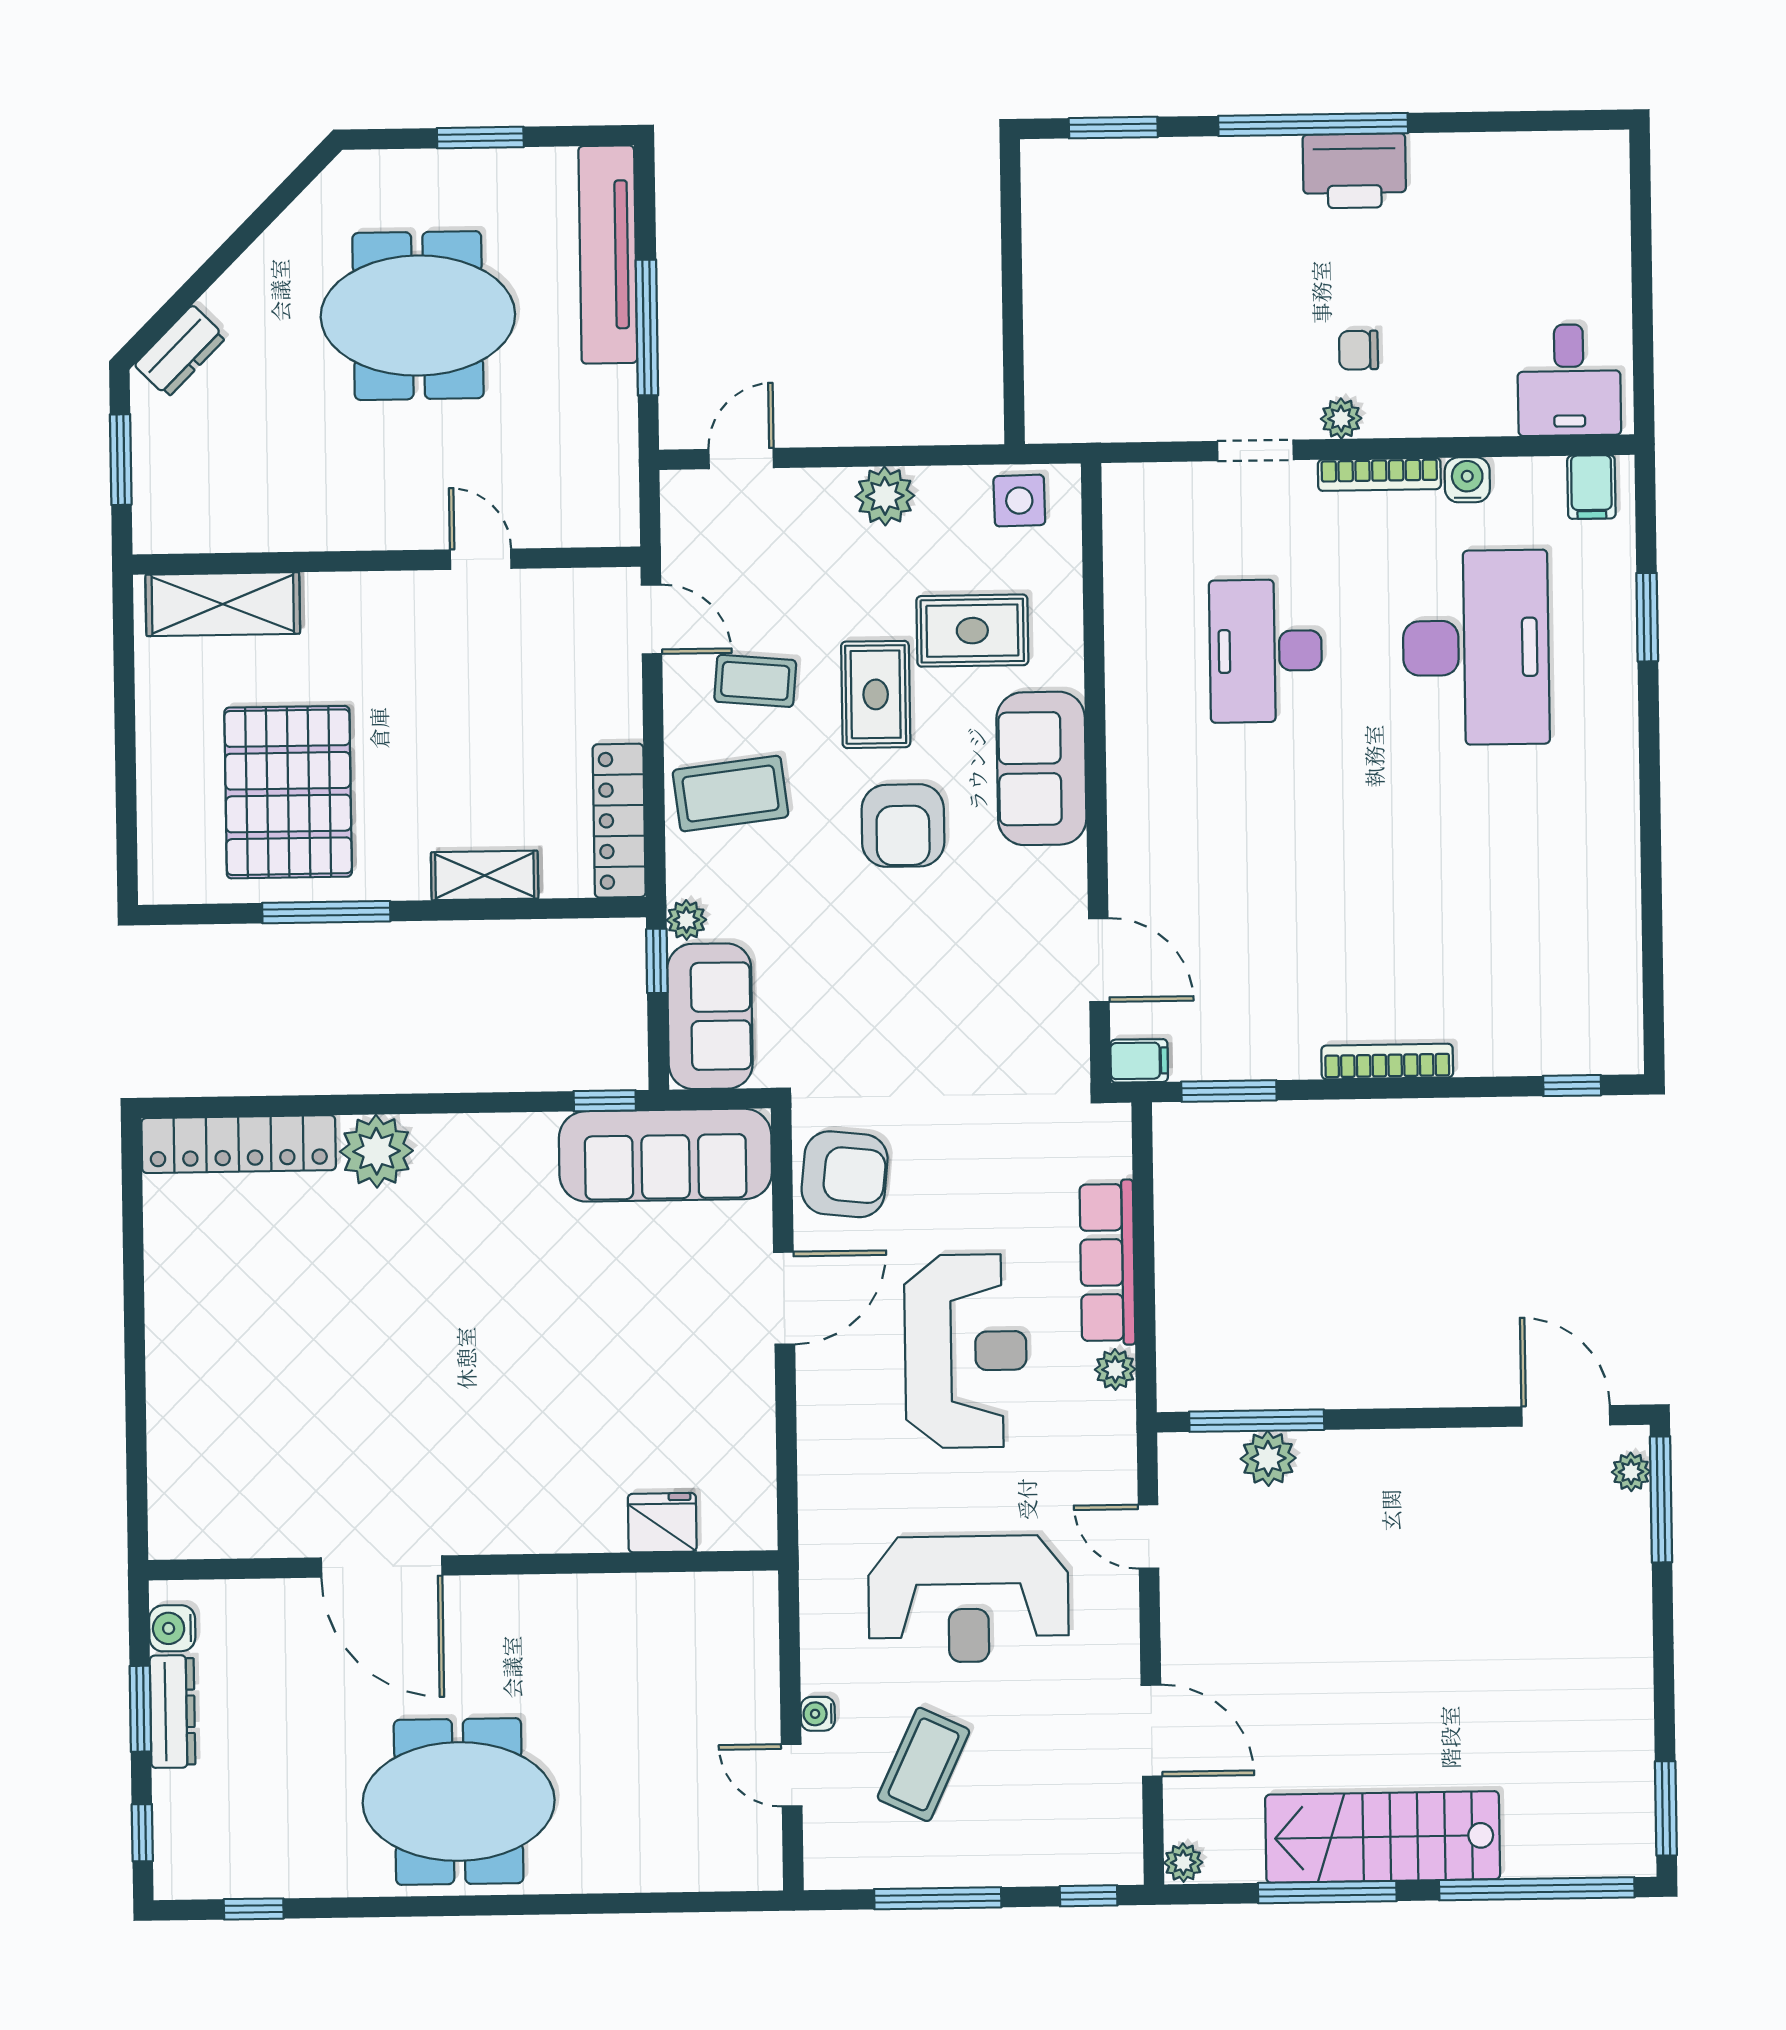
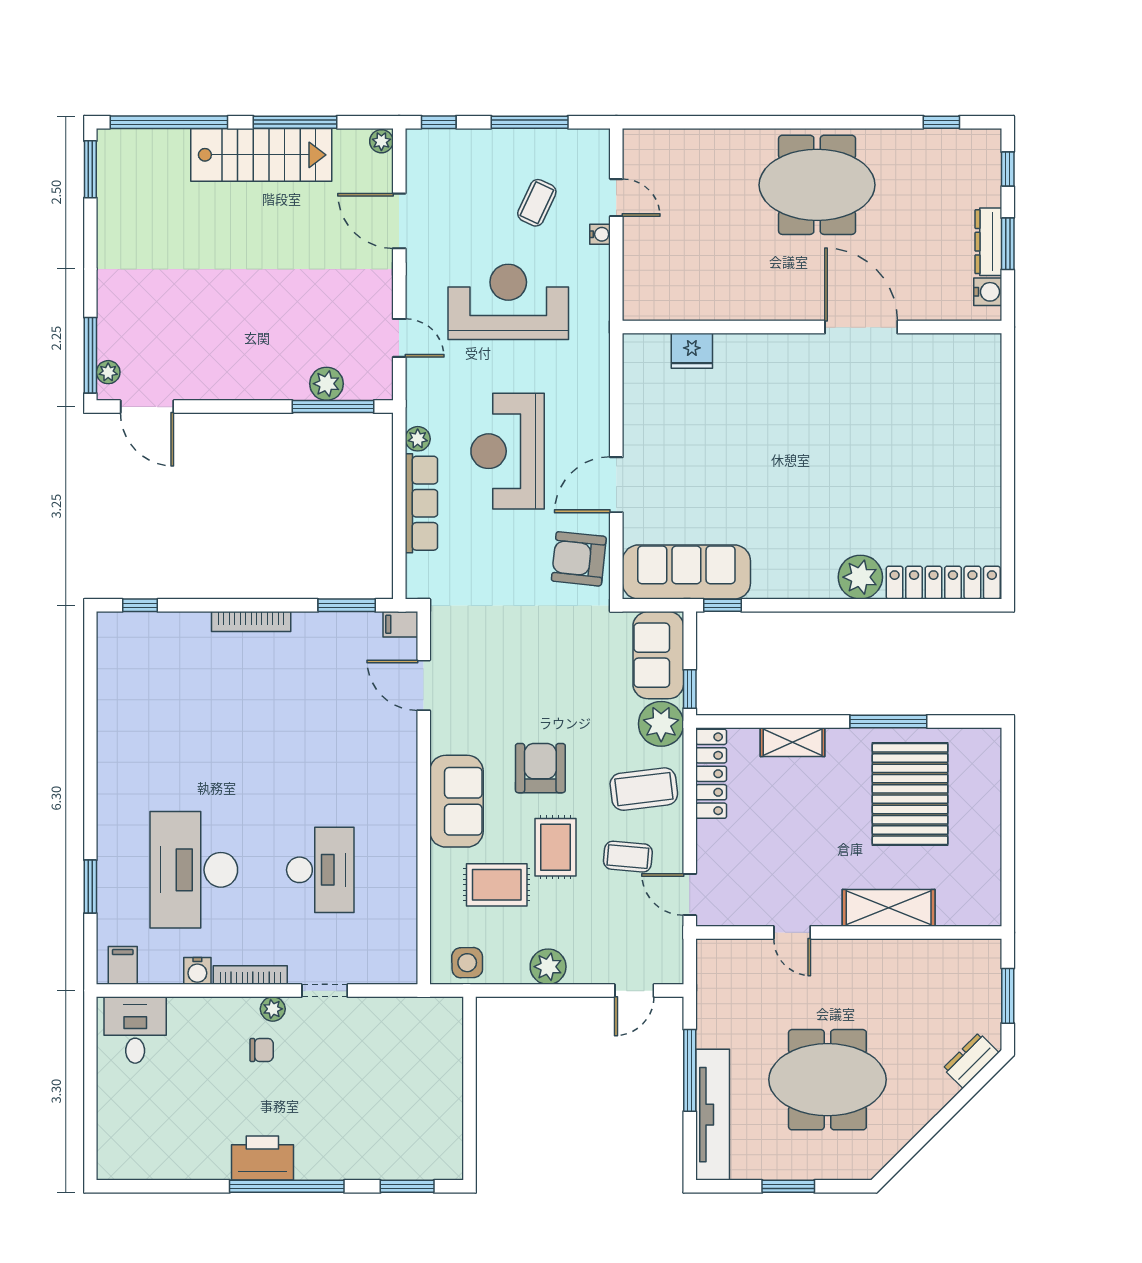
shelving: (223, 604) -> (889, 908), moved
plant: (686, 920) -> (661, 724), width x1.88, depth x1.88
coffee table: (924, 1764) -> (537, 203), width x0.73, depth x0.77

